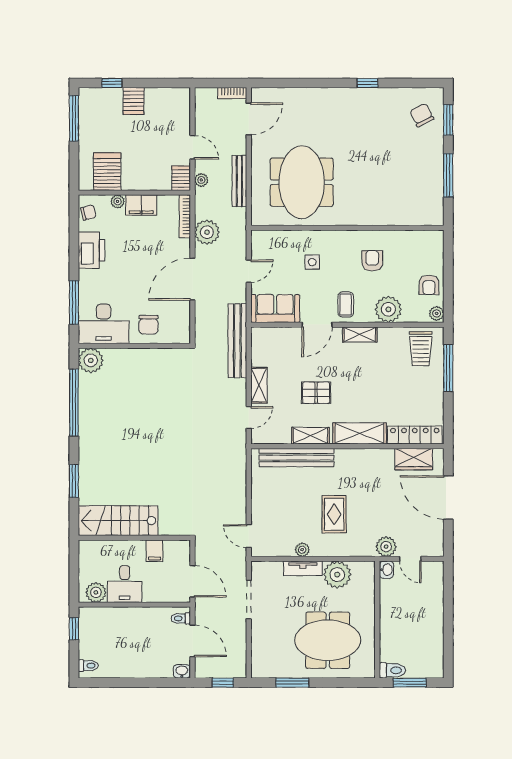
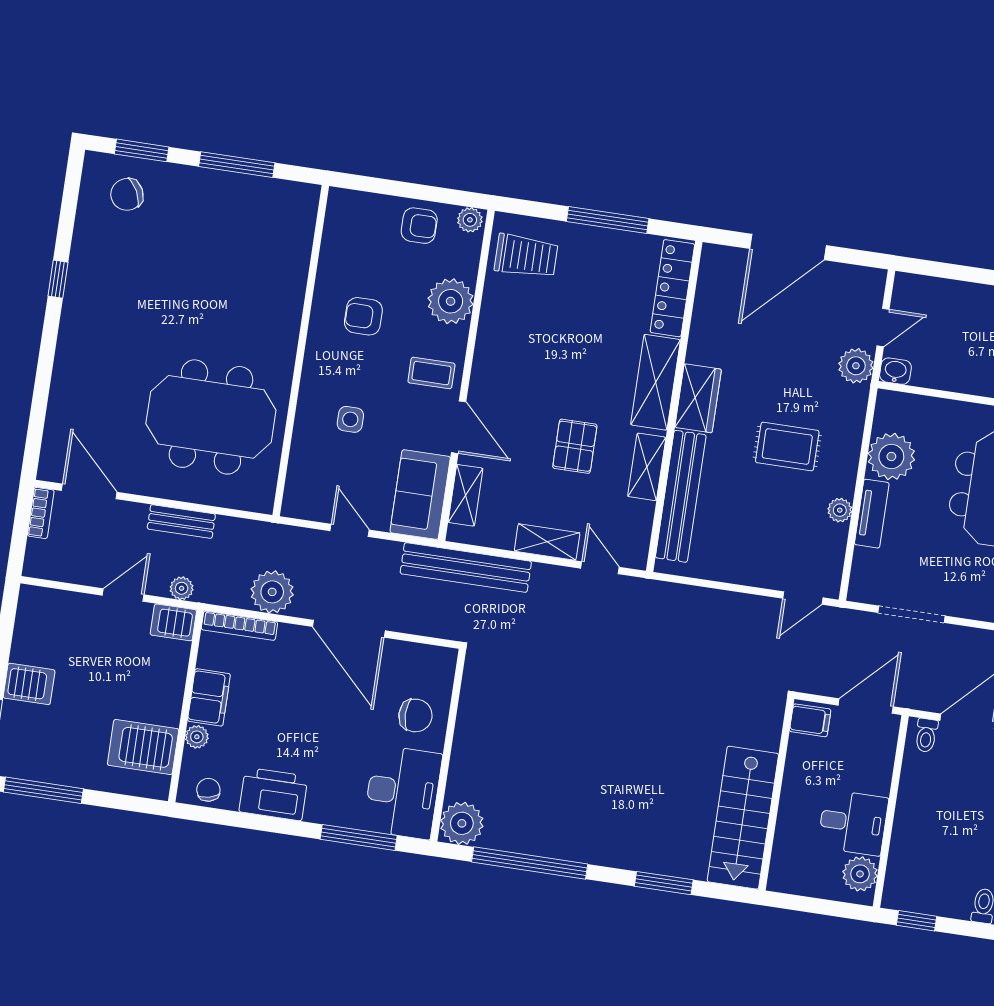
bench: (239, 181) -> (181, 521), width x0.73
shelving: (360, 334) -> (466, 495), moved
window: (448, 368) -> (608, 220), moved
wardrobe: (414, 459) -> (698, 398), moved
filing cabinet: (155, 551) -> (810, 720), moved

